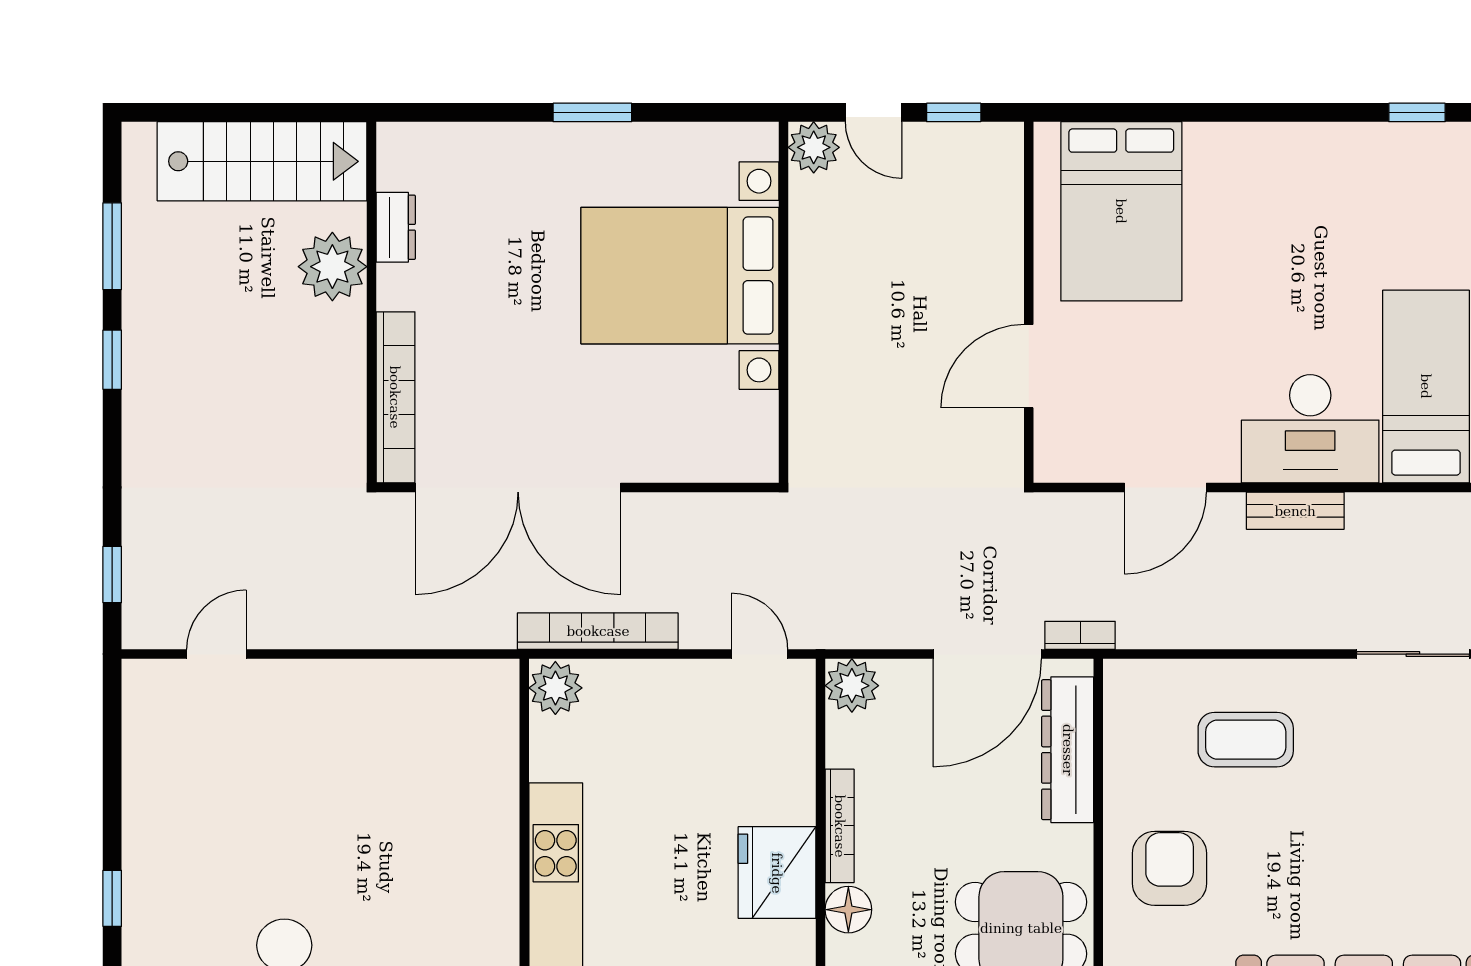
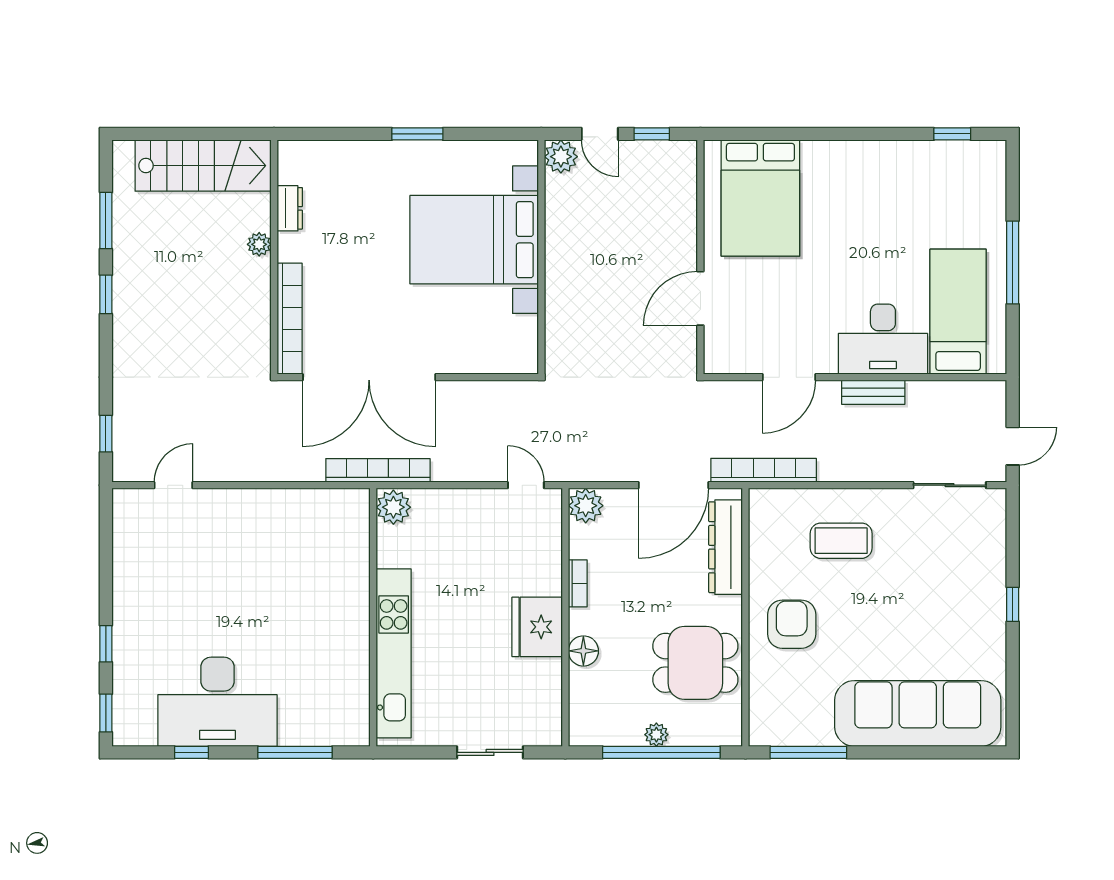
plant: (332, 267) -> (259, 244), width x0.53, depth x0.53
bookcase: (598, 631) -> (378, 470), moved
bookcase: (1080, 635) -> (764, 470), width x2.31, depth x1.31
bookcase: (840, 826) -> (578, 583), width x0.64

